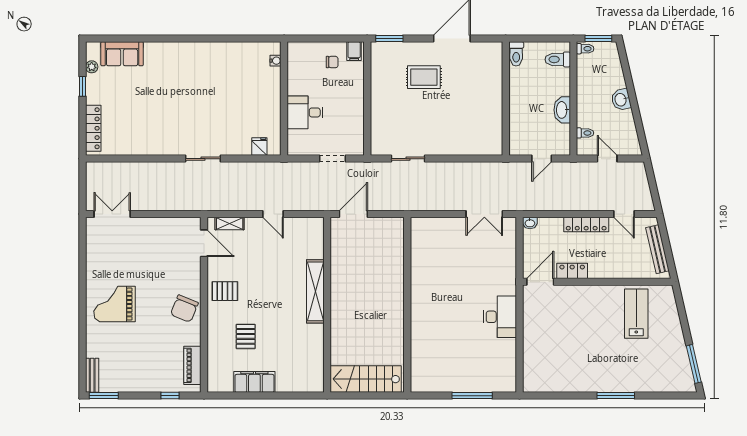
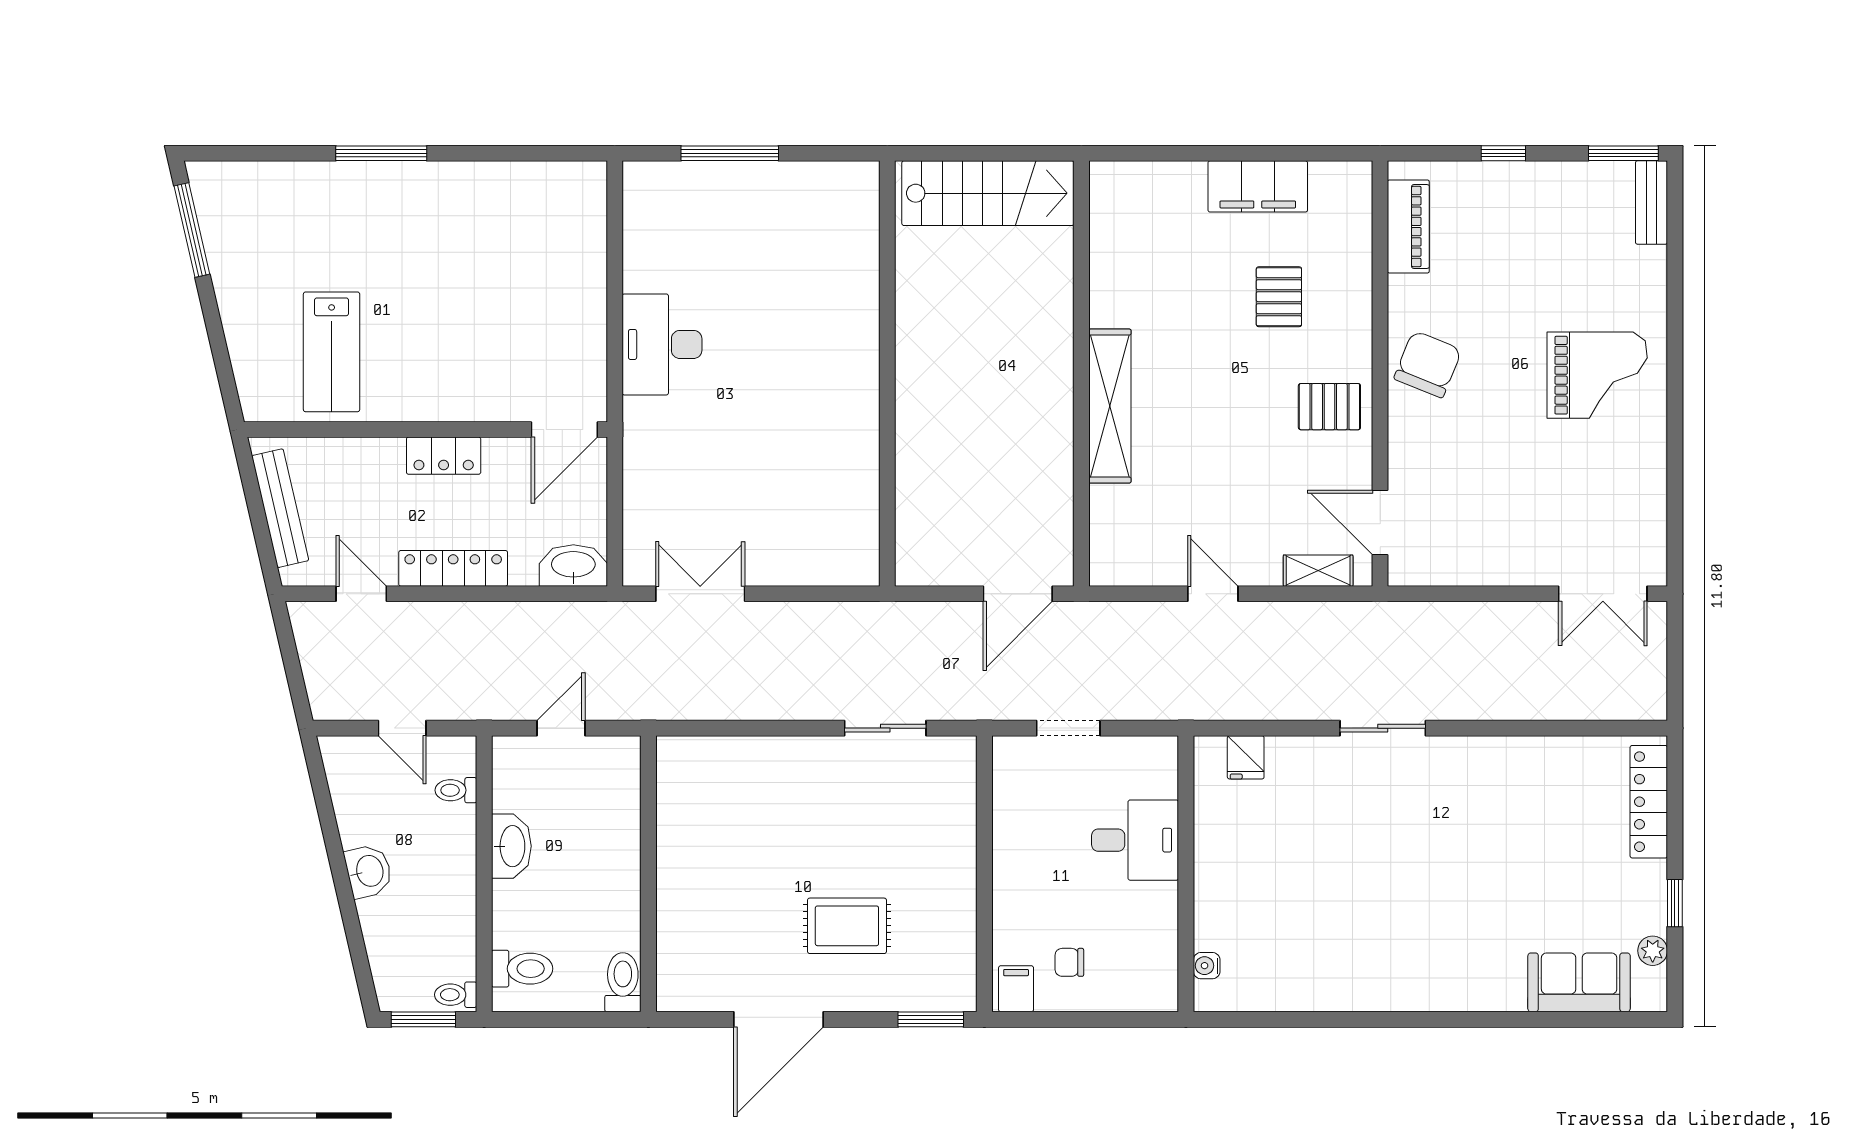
washbasin: (530, 223) -> (573, 566), width x1.91, depth x1.45
locker: (572, 271) -> (444, 456), moved
window: (170, 396) -> (1503, 153), moved

